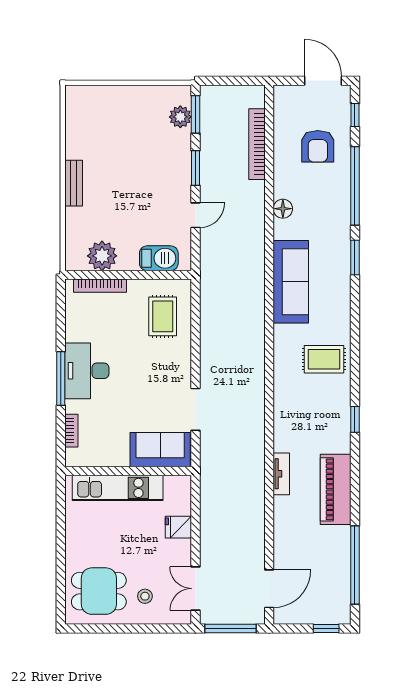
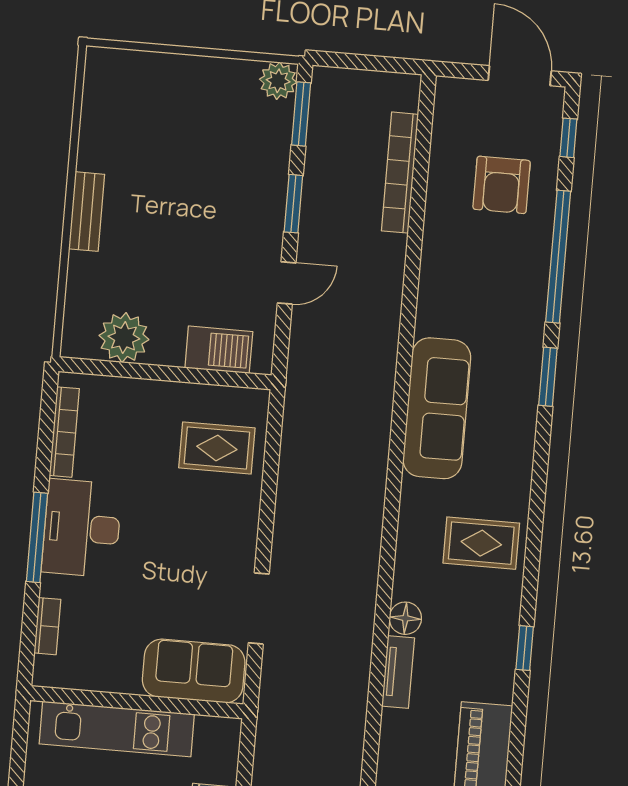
plant: (180, 117) -> (278, 81), moved
floor lamp: (283, 209) -> (405, 618), moved
bookcase: (100, 286) -> (64, 432), moved, turned -90
rug: (163, 316) -> (217, 448), turned 90
tv unit: (281, 474) -> (398, 672), moved

